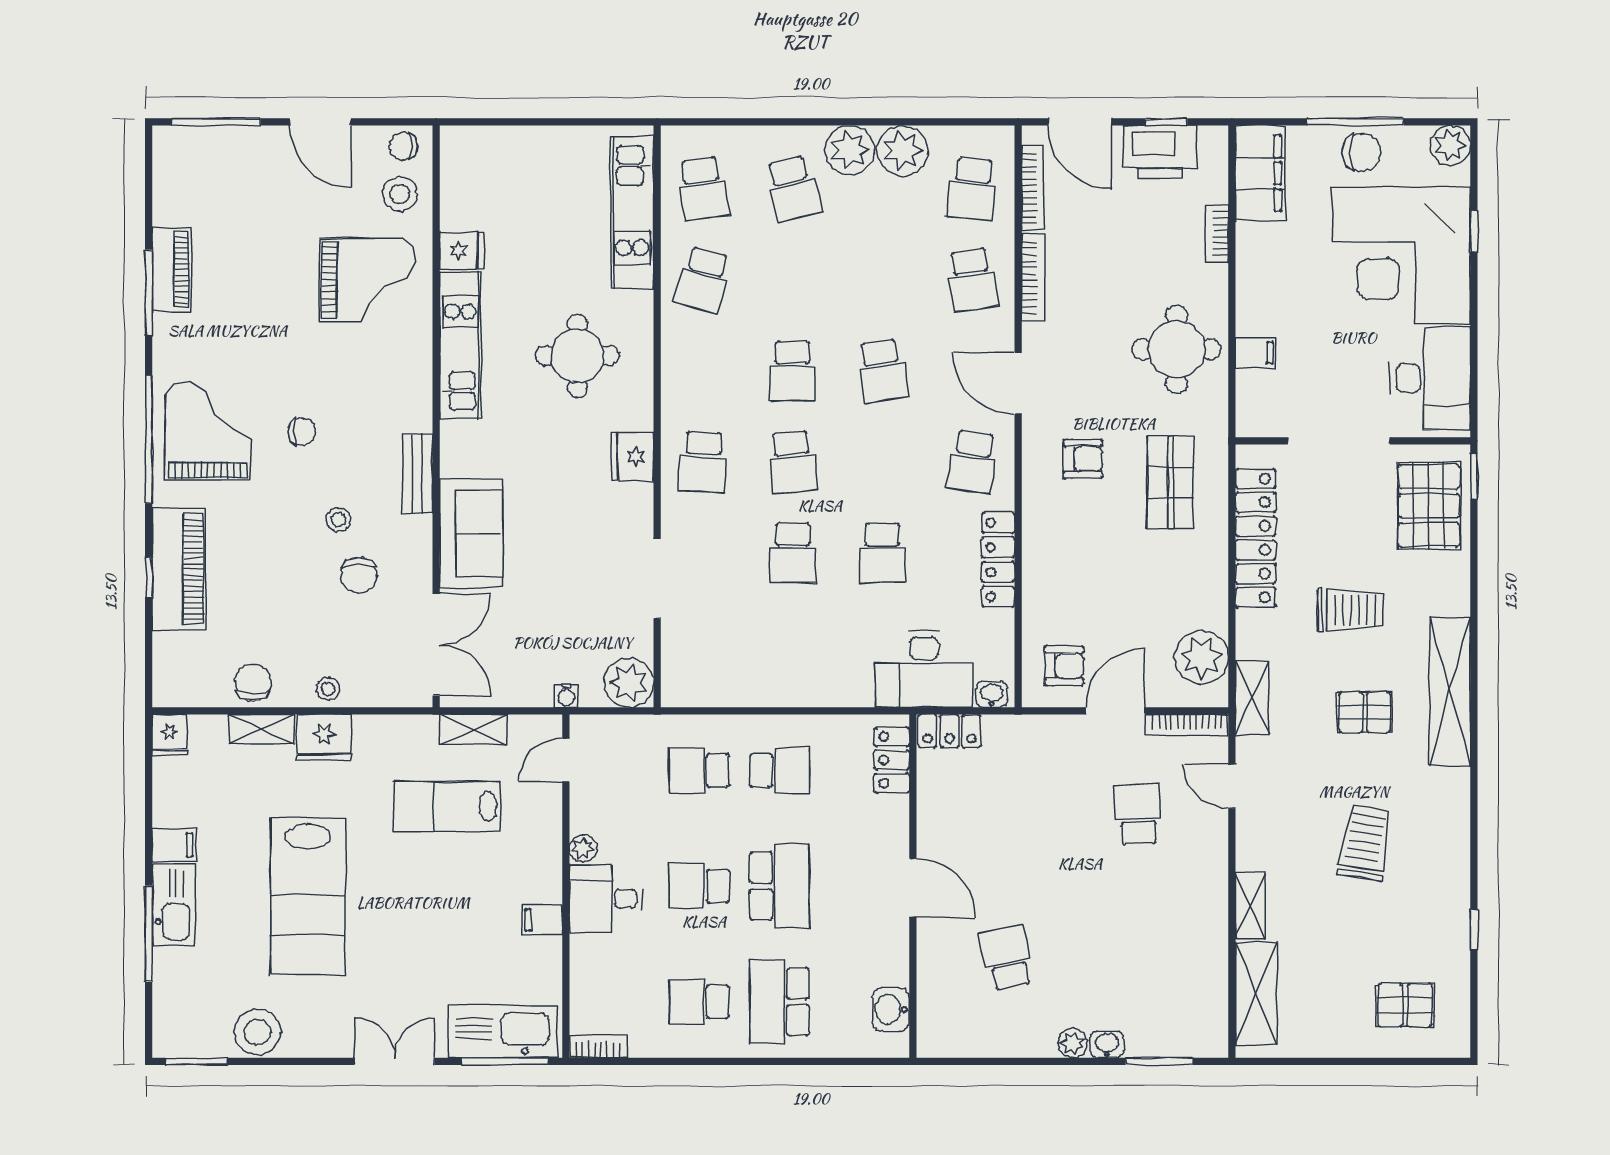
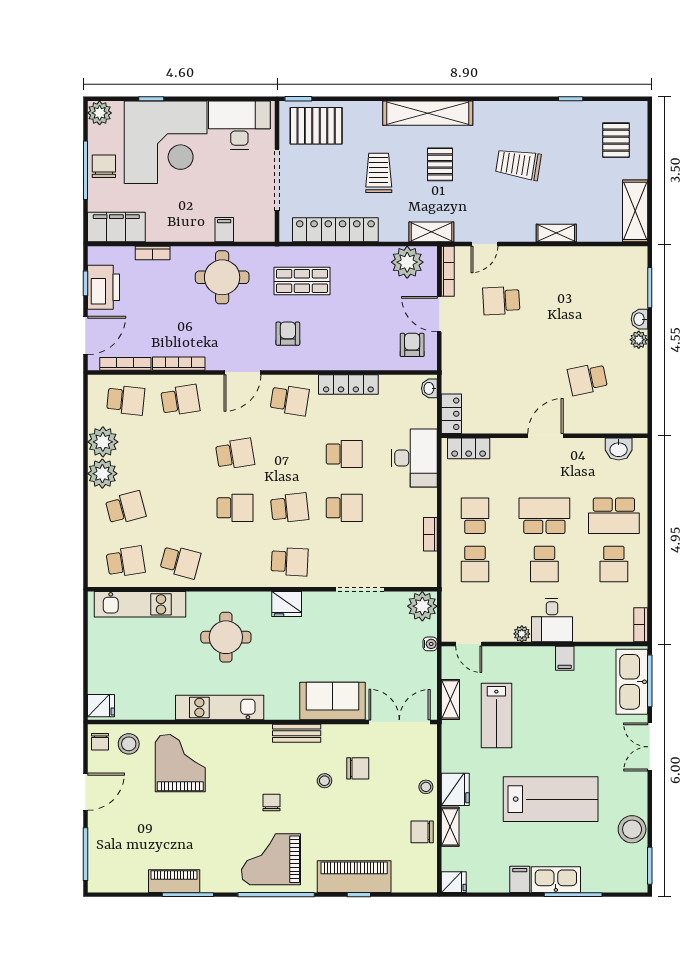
fridge: (462, 251) -> (101, 706), moved, turned 90
desk: (924, 669) -> (414, 458), moved
bookcase: (749, 696) -> (430, 534), added
shelving: (1256, 993) -> (635, 211), moved, turned 90

